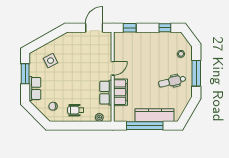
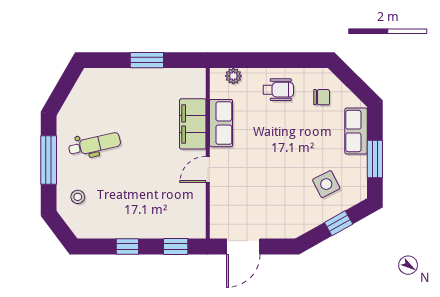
window: (165, 28) -> (127, 247), moved
window: (44, 40) -> (339, 223), added
kitchen counter: (155, 115) -> (128, 80), removed
window: (145, 126) -> (147, 60), width x0.47

